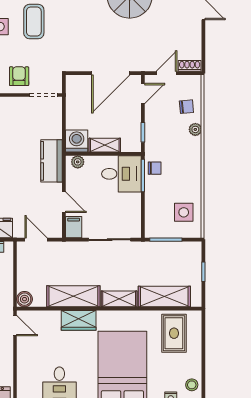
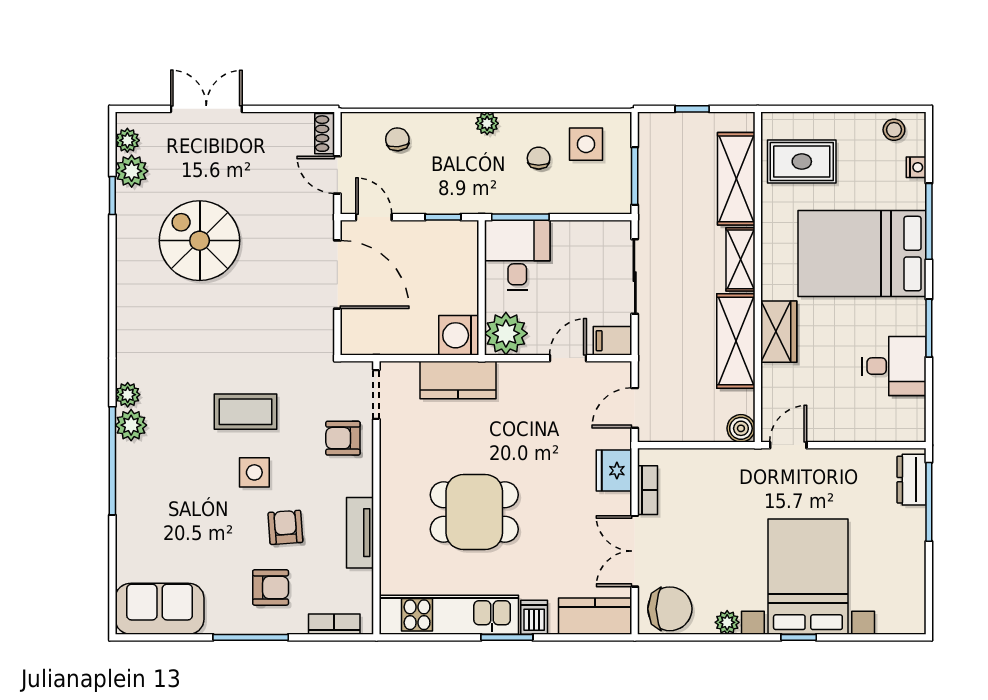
plant: (195, 129) -> (487, 123), moved
shelving: (105, 145) -> (466, 285), removed
kitchen counter: (52, 161) -> (458, 380), moved
plant: (78, 162) -> (506, 333), width x1.88, depth x1.88
chair: (155, 168) -> (539, 158), moved

